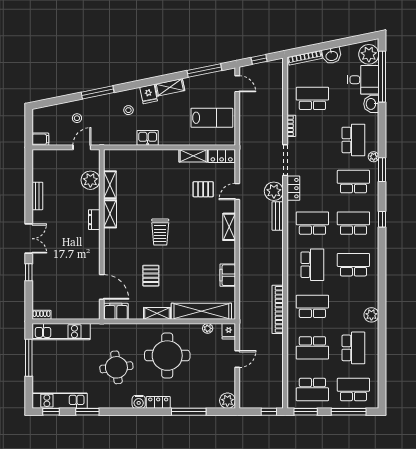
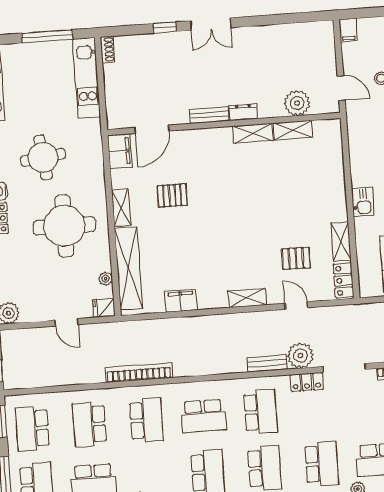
kitchen sink: (148, 138) -> (363, 202), moved
pallet: (203, 189) -> (296, 258), turned 90
bench: (37, 196) -> (209, 115), moved
trolley: (160, 232) -> (233, 204), removed

